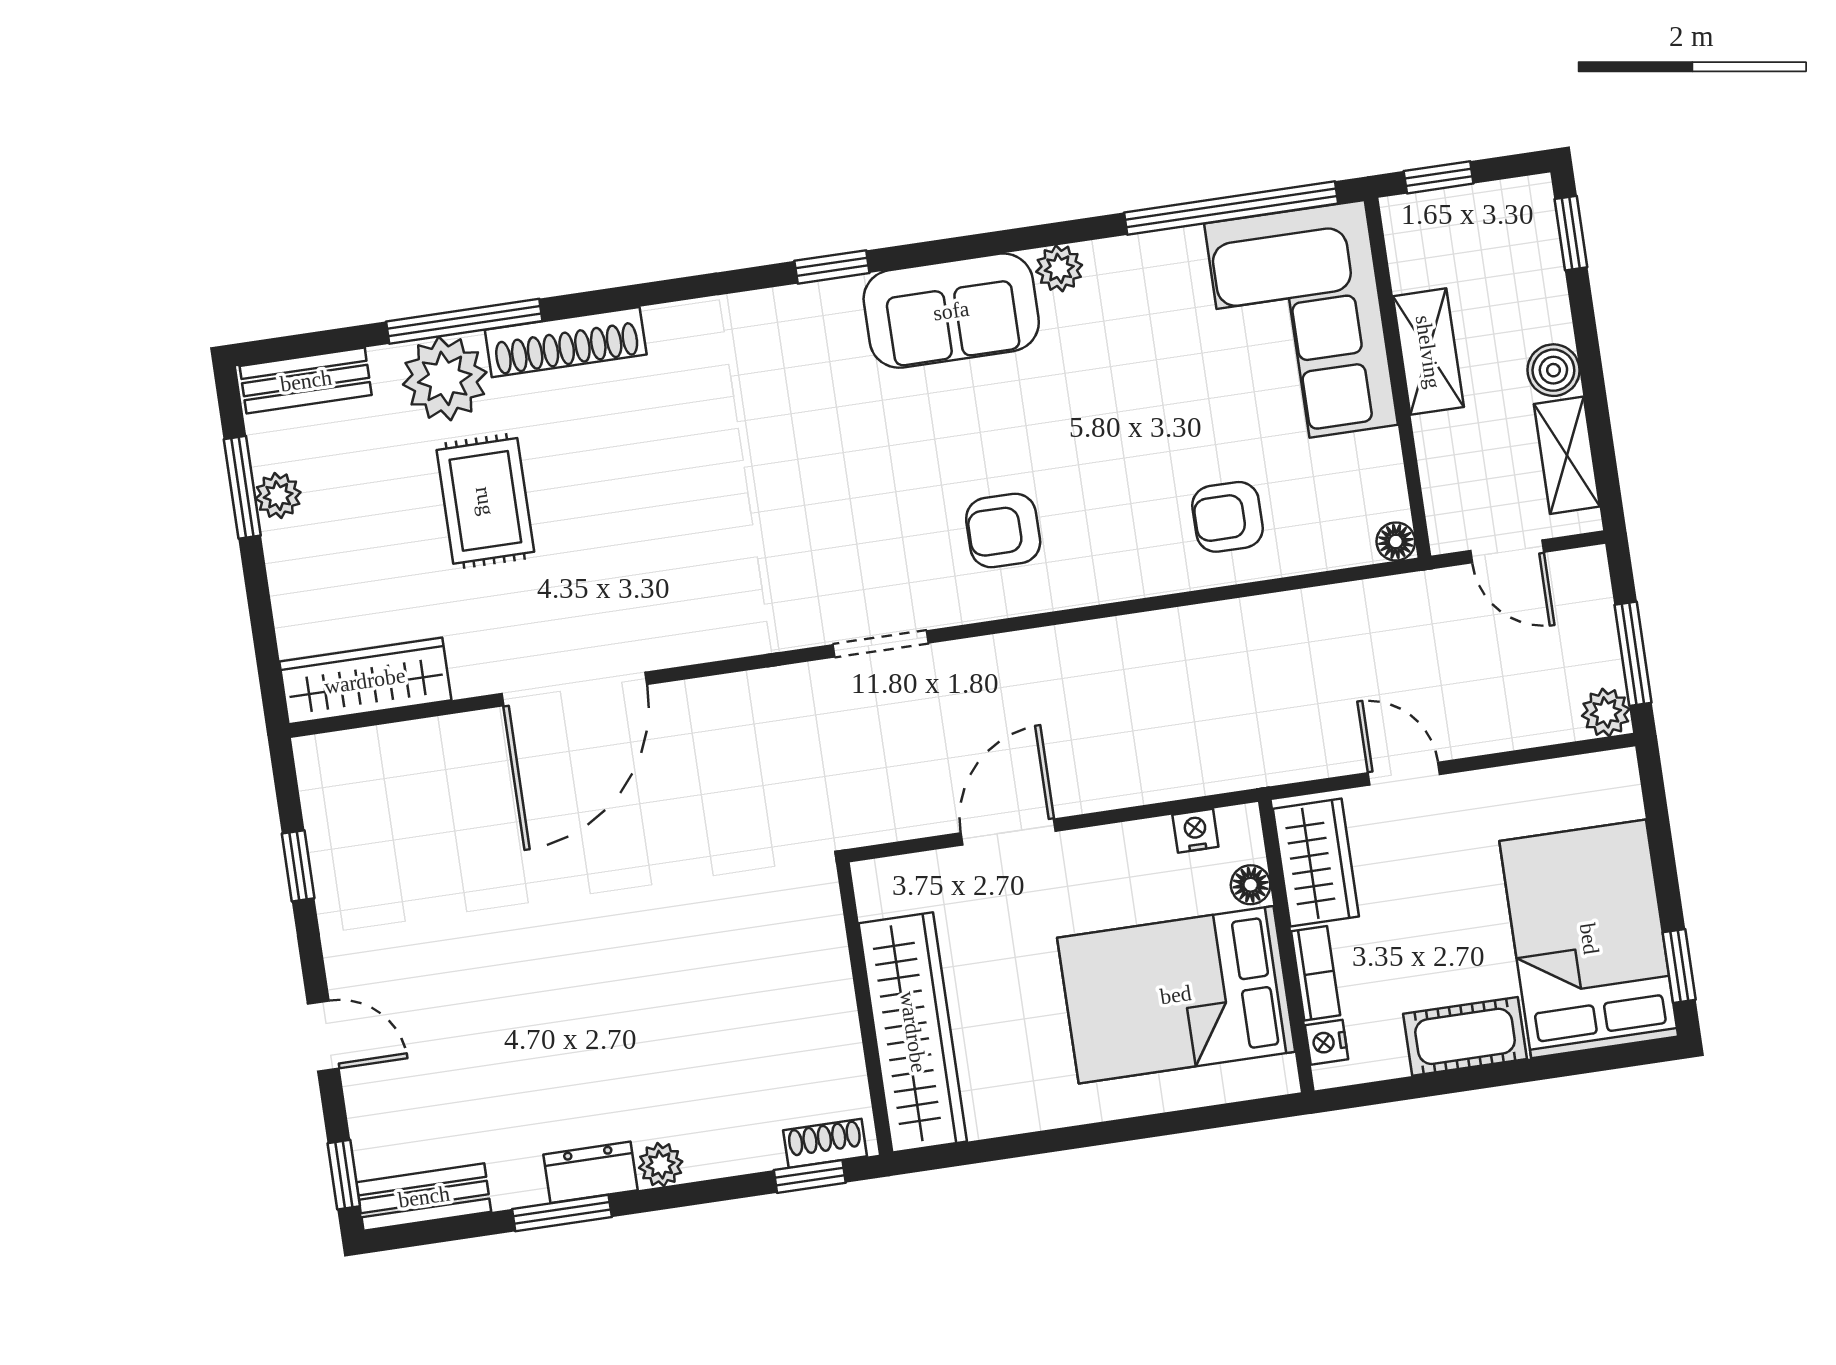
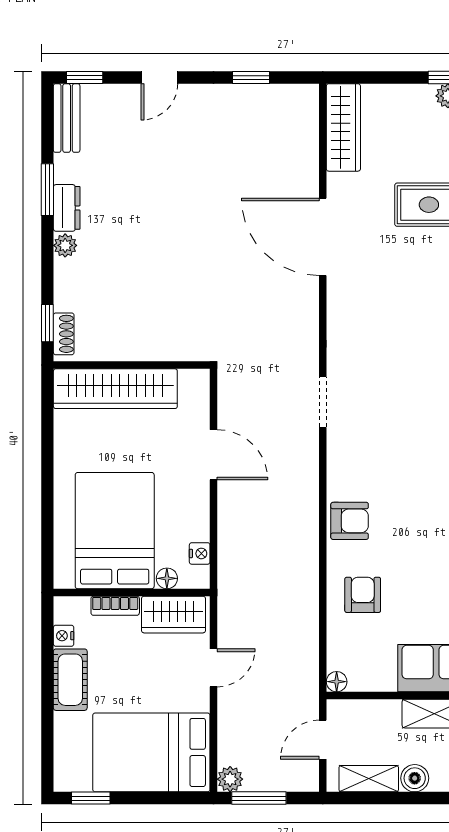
armchair: (1003, 530) -> (350, 521), moved, turned 90
bed: (1589, 939) -> (151, 752), moved, turned 180
nightstand: (1327, 1042) -> (64, 636), moved, turned -90

